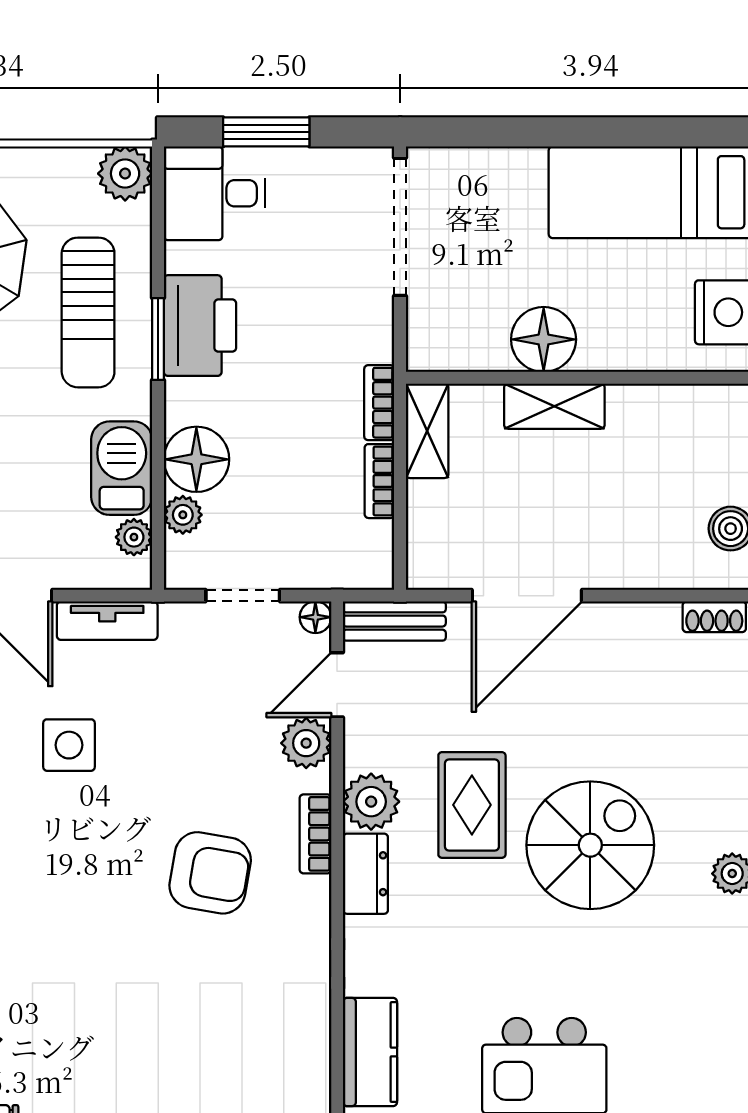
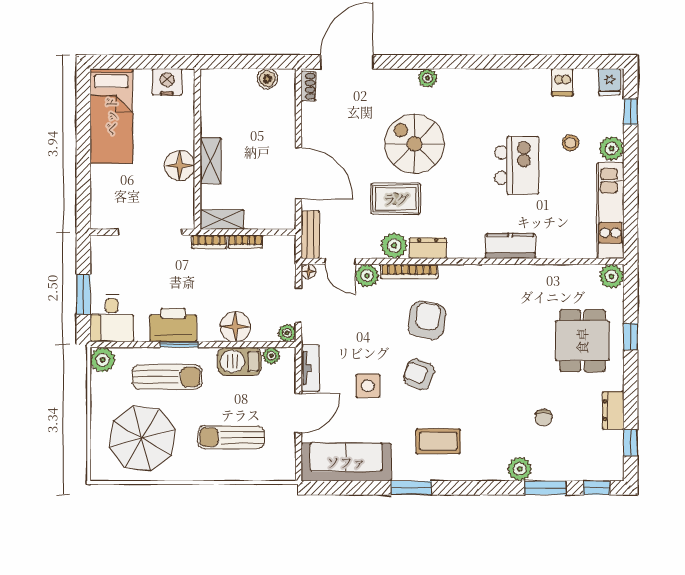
doorway: (400, 227) -> (150, 232), moved
plant: (183, 515) -> (287, 333), moved
bookcase: (315, 834) -> (409, 271), width x1.56
armchair: (94, 855) -> (419, 374), added

